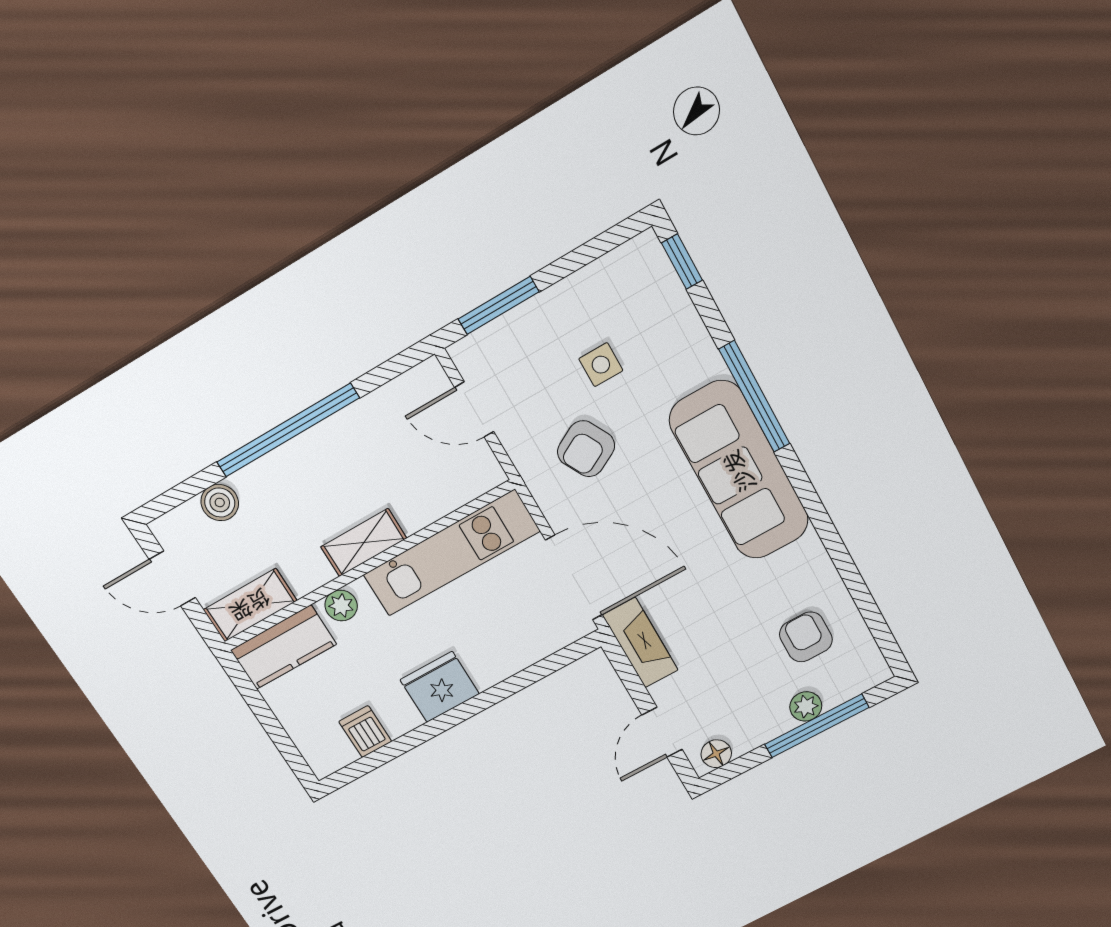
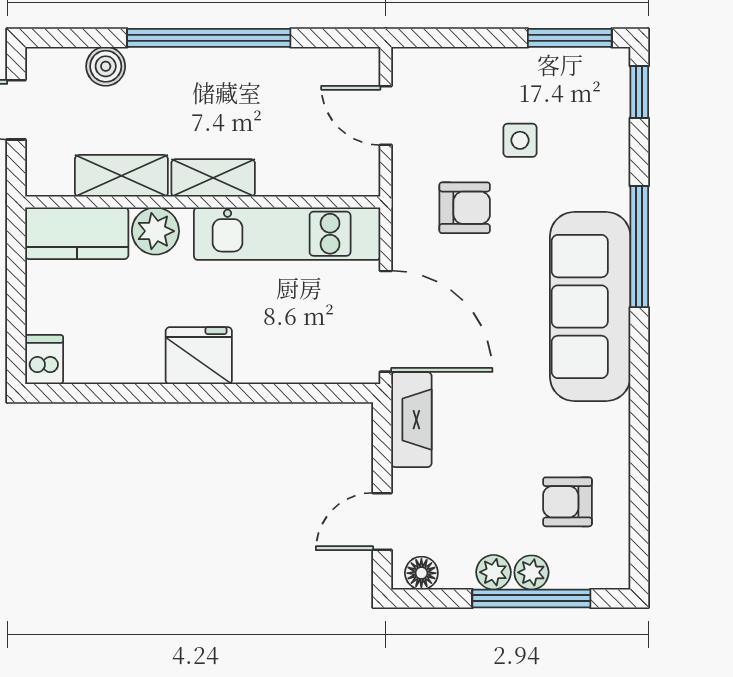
window: (499, 305) -> (570, 38), moved
armchair: (586, 449) -> (465, 208), turned -152
shelving: (250, 605) -> (121, 176), moved
plant: (341, 606) -> (155, 231), width x1.38, depth x1.38
armchair: (806, 637) -> (567, 502), turned -90
plant: (774, 723) -> (493, 572), added
dishwasher: (365, 732) -> (44, 360), moved

